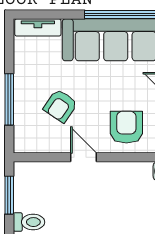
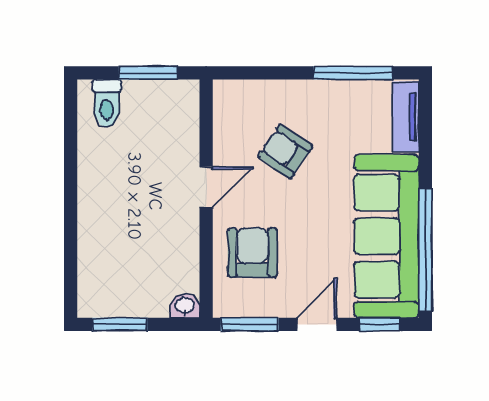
window: (9, 99) -> (353, 73), moved
armchair: (126, 127) -> (252, 253), turned -90

